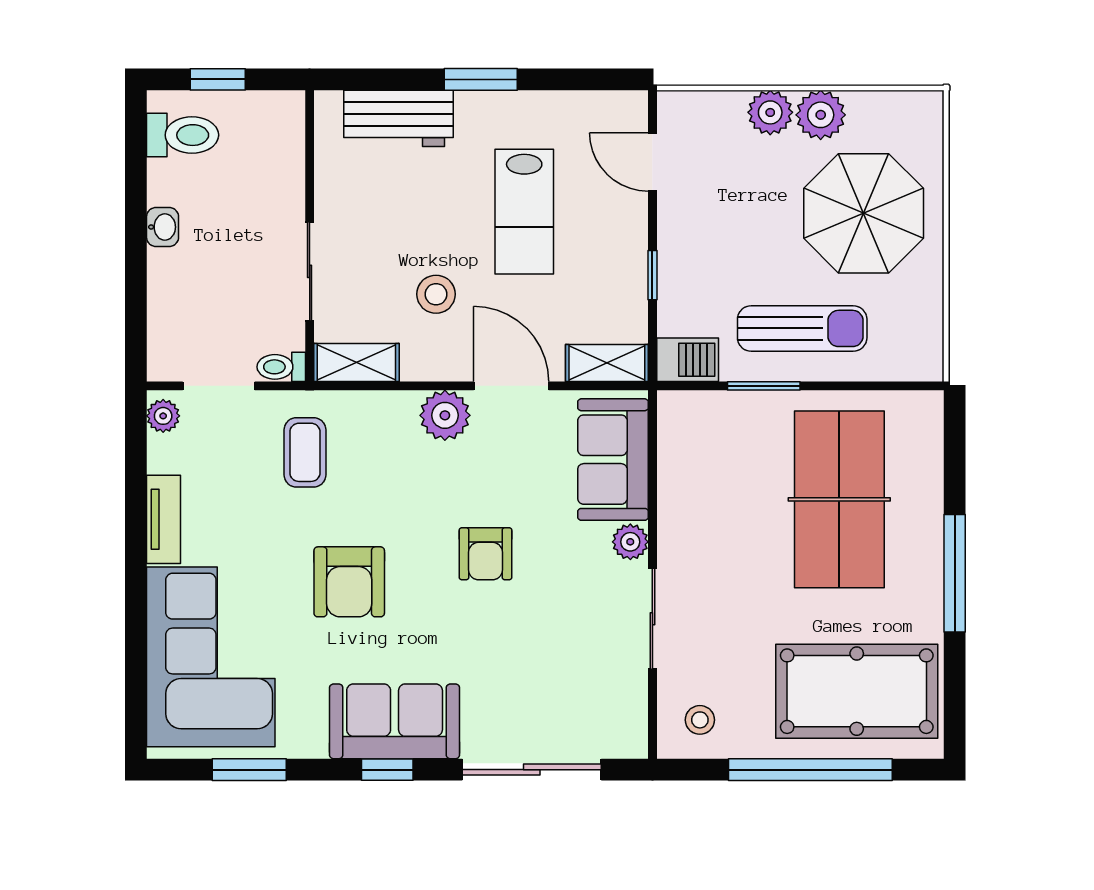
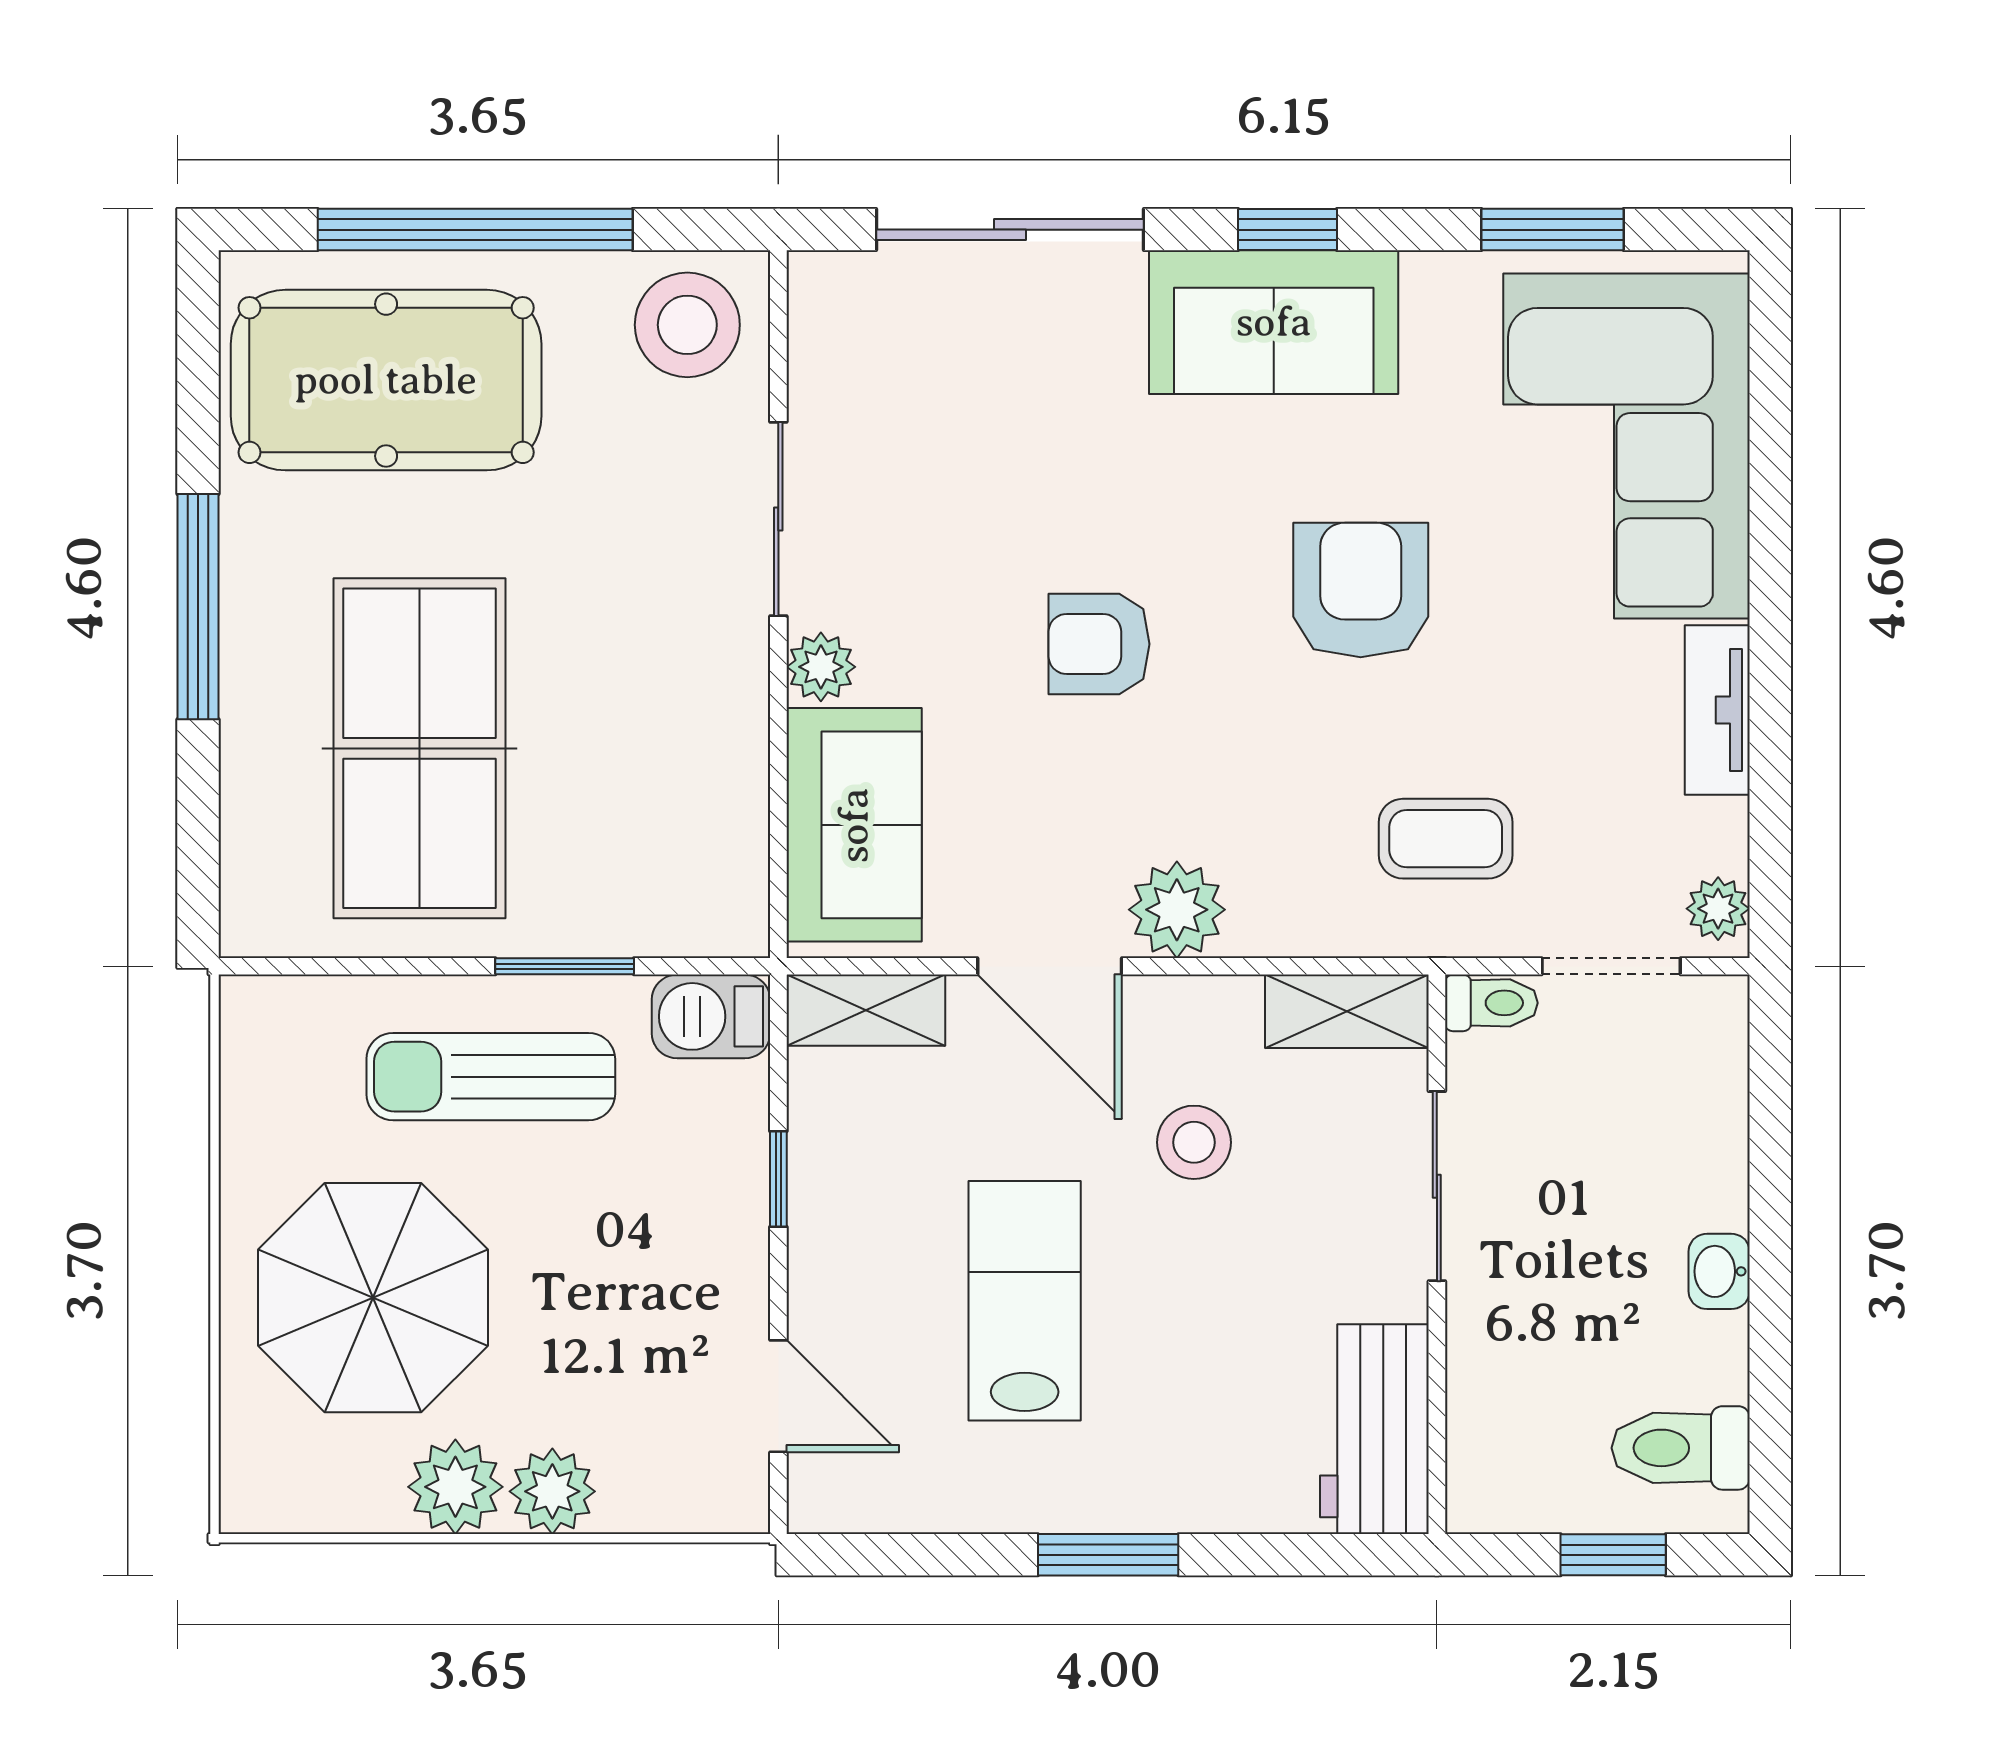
workbench: (398, 118) -> (1374, 1429), moved, turned -90
coffee table: (305, 452) -> (1446, 839), turned 90
armchair: (486, 554) -> (1099, 644), turned -90
stool: (700, 720) -> (687, 325), width x1.89, depth x1.89

